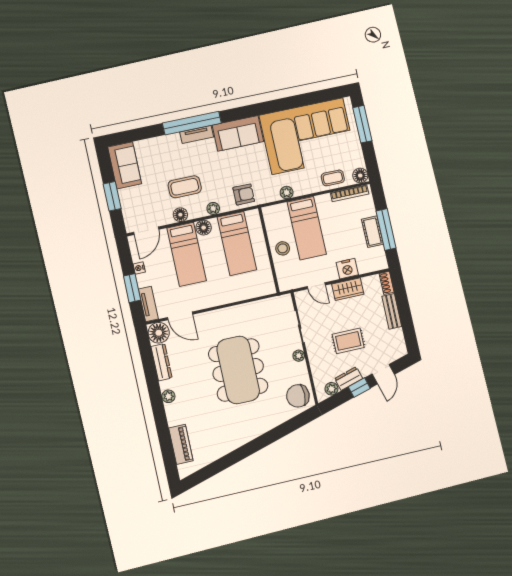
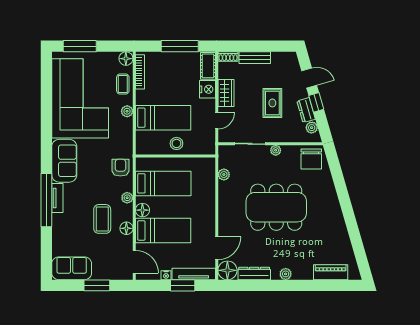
plant: (287, 193) -> (127, 111), moved
cot: (372, 232) -> (208, 66), moved, turned 90
tv unit: (148, 304) -> (194, 274), width x1.41
plant: (261, 306) -> (224, 175), added

